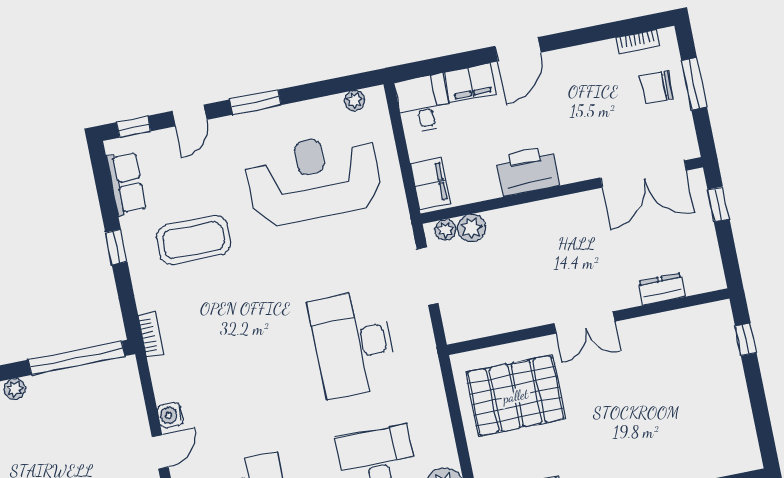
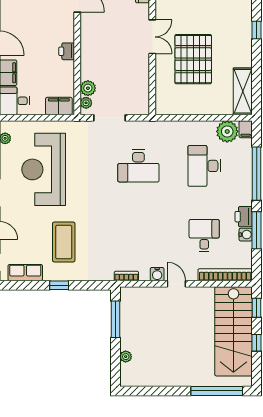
printer: (528, 171) -> (67, 51), width x0.53, depth x0.68
bookcase: (151, 335) -> (126, 276), moved
desk: (353, 344) -> (138, 166), width x0.73, depth x0.77
window: (77, 358) -> (115, 319), width x0.68
pallet: (516, 396) -> (193, 59), moved

